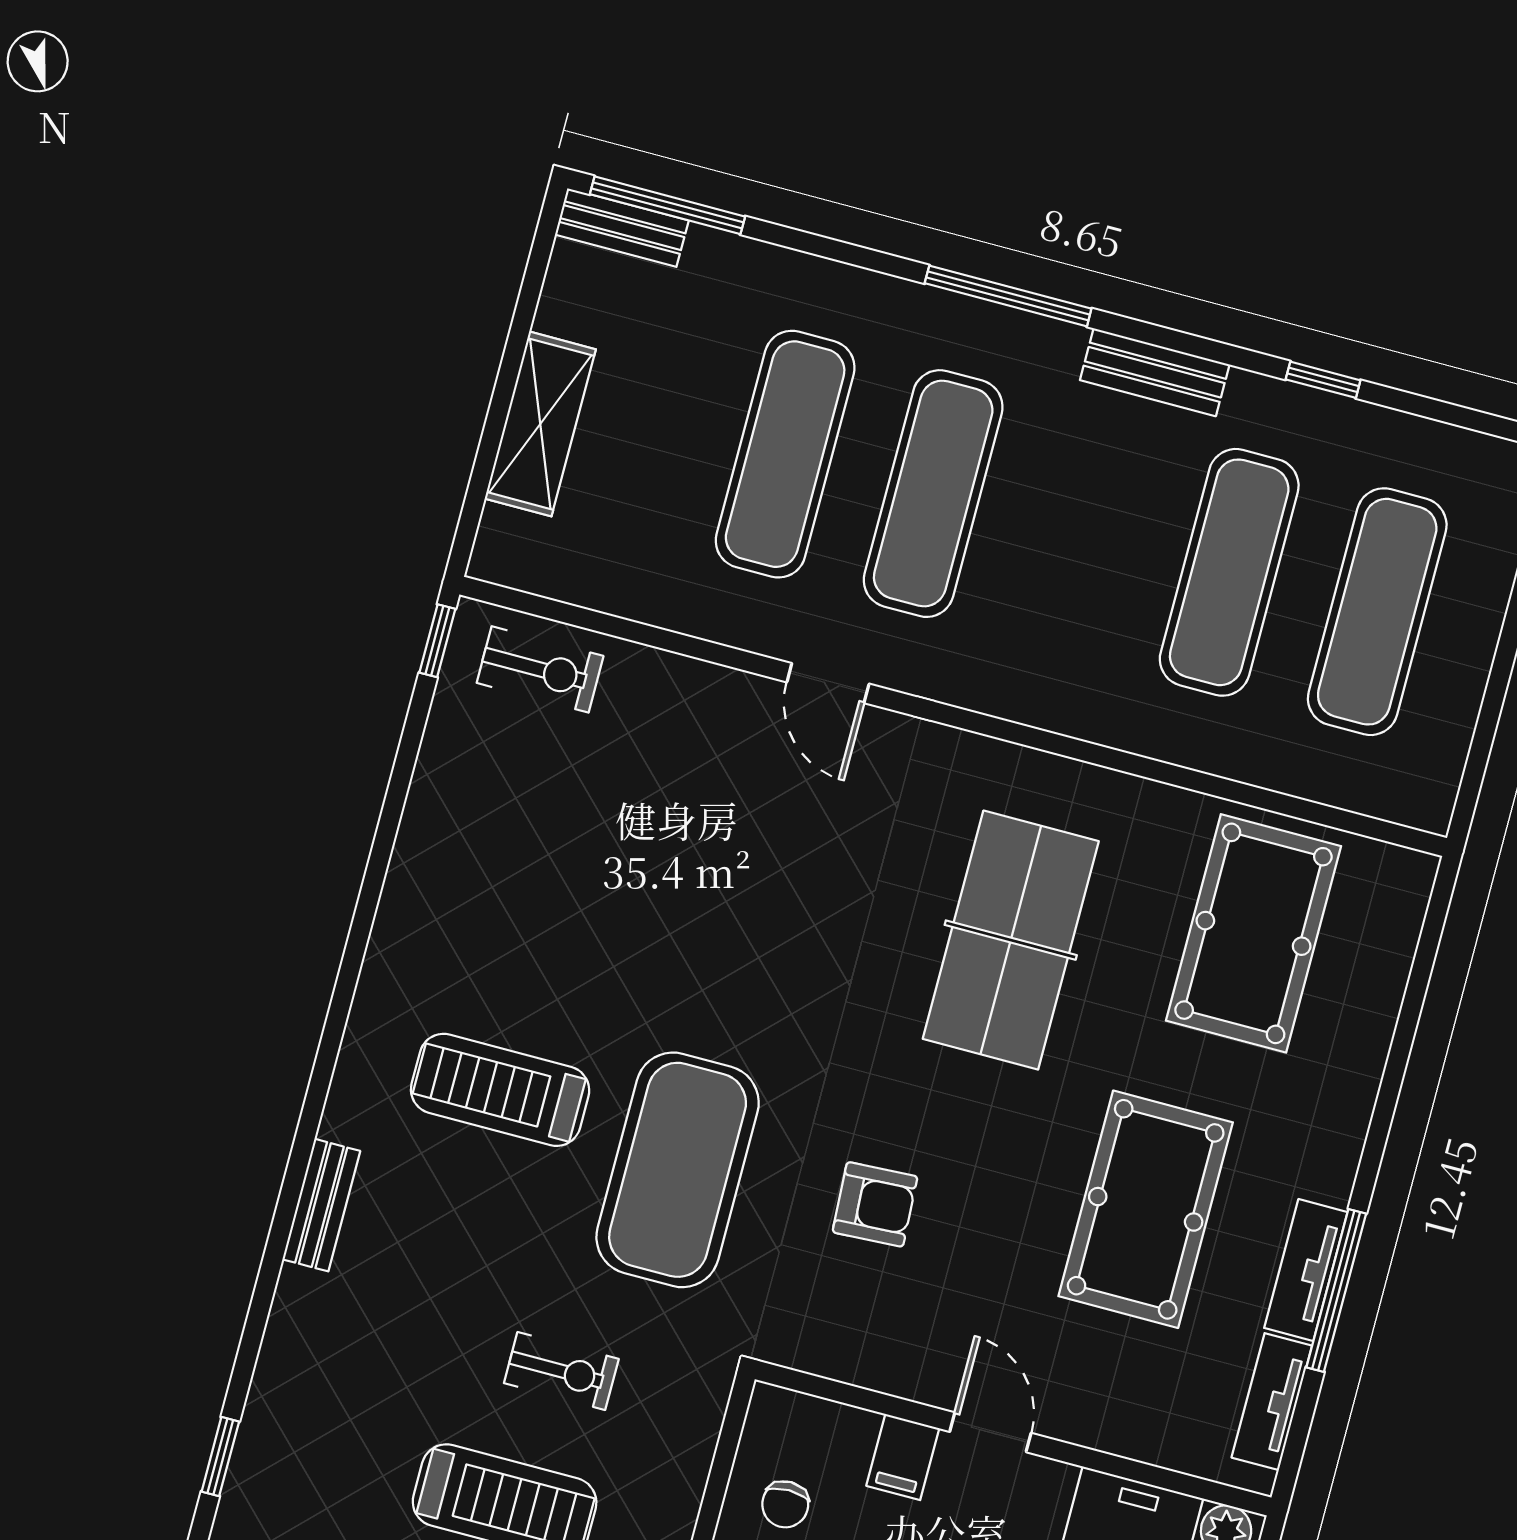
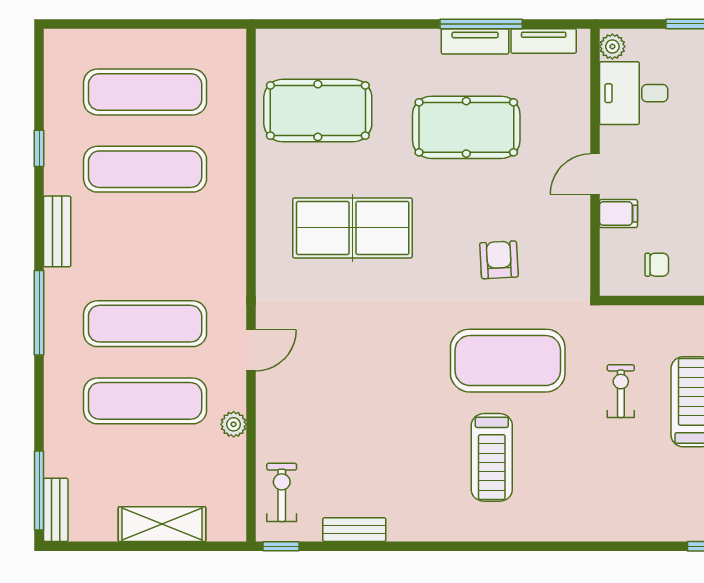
plant: (695, 612) -> (234, 424), added
bench: (321, 1205) -> (354, 530), moved

